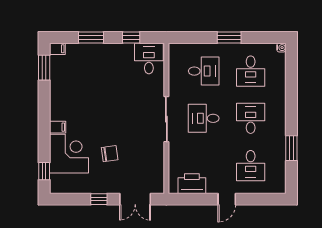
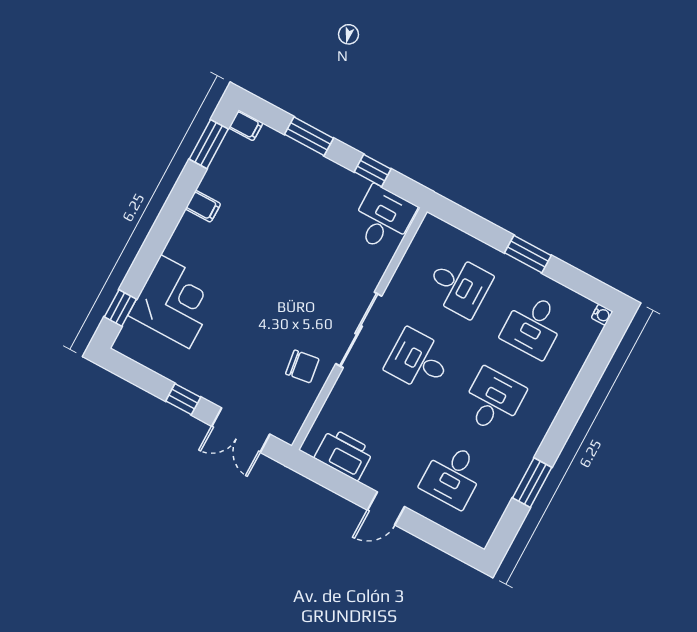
filing cabinet: (58, 127) -> (203, 206), moved
chair: (110, 154) -> (302, 366), moved

